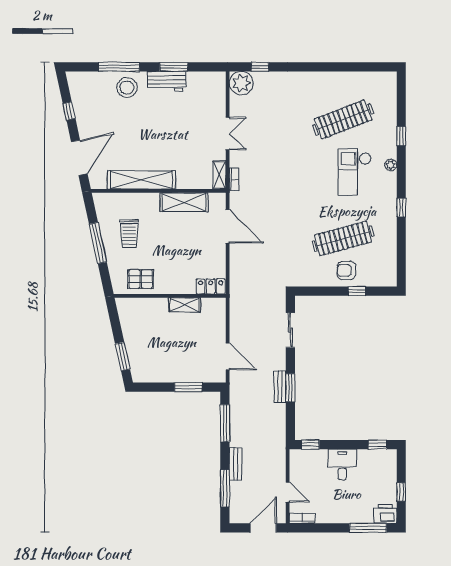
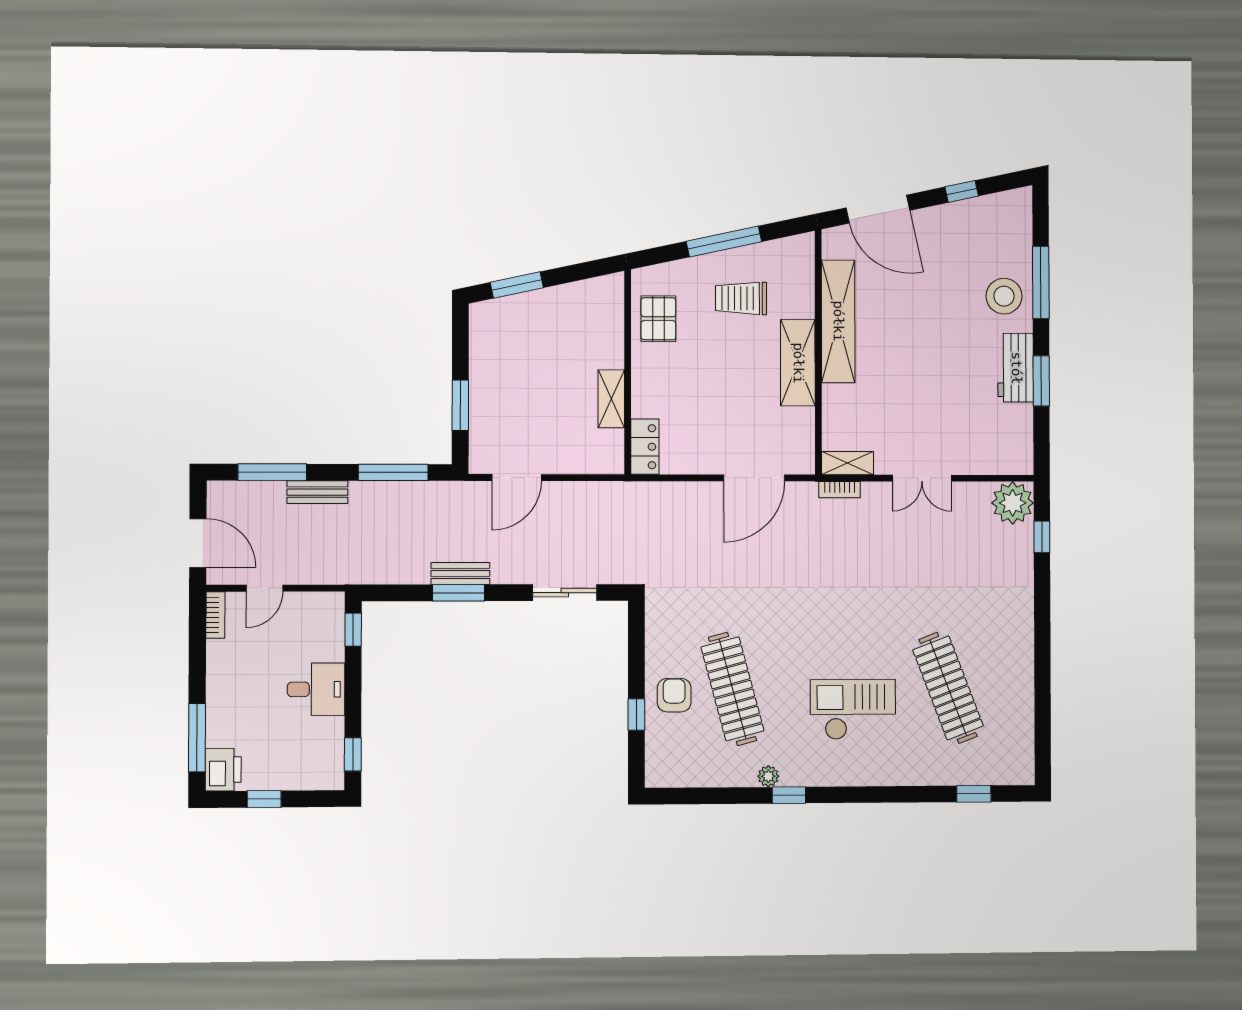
window: (401, 136) -> (974, 794), moved
plant: (391, 165) -> (768, 776), moved
shelving: (184, 202) -> (798, 363), moved

